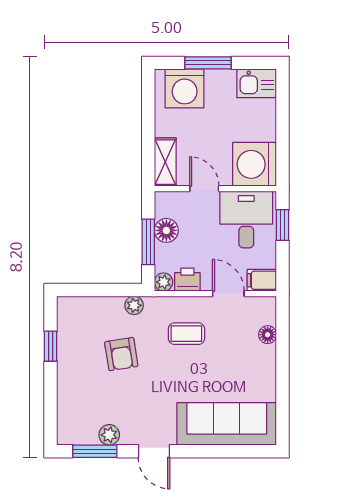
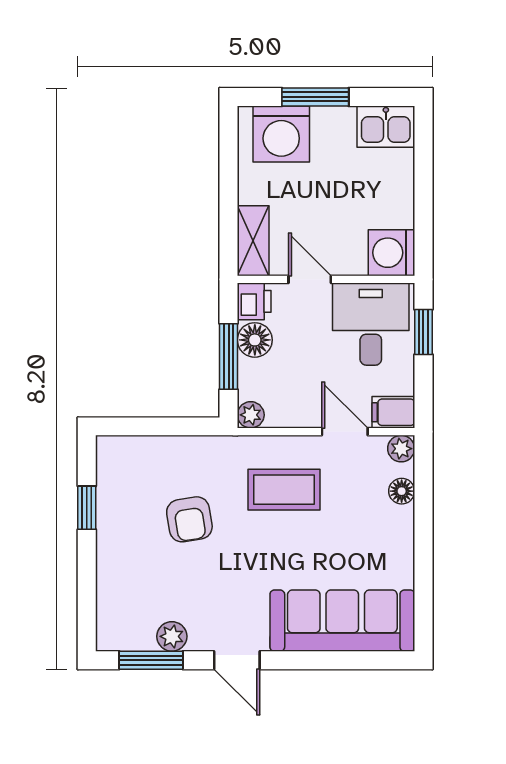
washing machine: (255, 164) -> (391, 253), width x0.73, depth x0.73
printer: (187, 280) -> (254, 301), moved, turned 90
plant: (134, 305) -> (401, 449), moved
coffee table: (186, 334) -> (284, 490), width x1.36, depth x1.30

